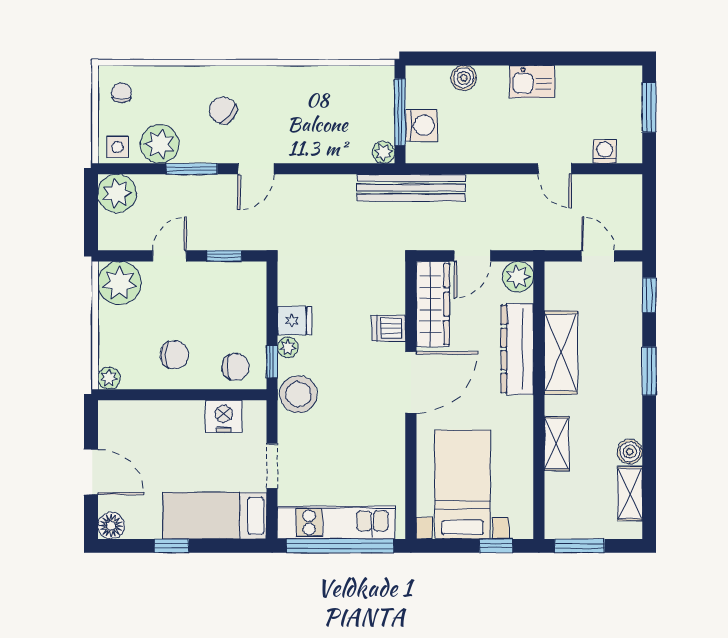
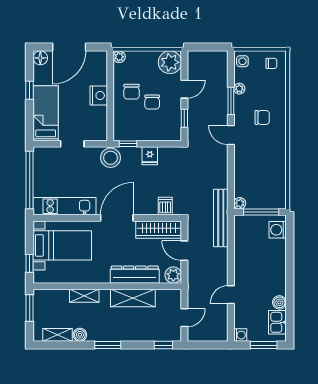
boiler: (464, 78) -> (279, 302), moved
kitchen sink: (532, 82) -> (277, 322), moved
chair: (223, 110) -> (262, 117), turned 52
washing machine: (421, 125) -> (278, 230), moved, turned 90
plant: (160, 144) -> (239, 89), width x0.53, depth x0.53
washing machine: (605, 151) -> (240, 335), moved
plant: (117, 193) -> (218, 61), removed
door: (170, 256) -> (184, 89), hinge flipped
dishwasher: (389, 328) -> (165, 206), moved
plant: (288, 347) -> (136, 152), removed
chair: (235, 367) -> (152, 102), moved
window: (649, 371) -> (108, 345), moved
door: (411, 382) -> (117, 218), swing flipped
nightstand: (224, 416) -> (99, 95), moved
door: (91, 472) -> (69, 47), width x1.36
kitchen unit: (336, 522) -> (65, 206), moved, turned -90

